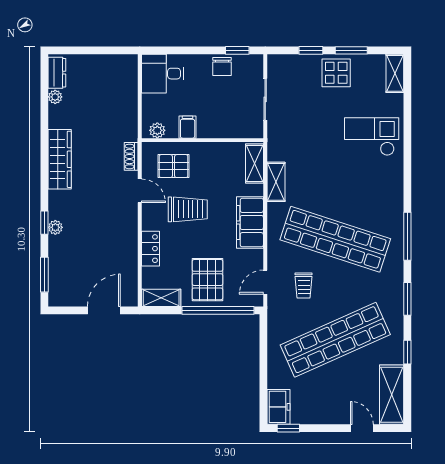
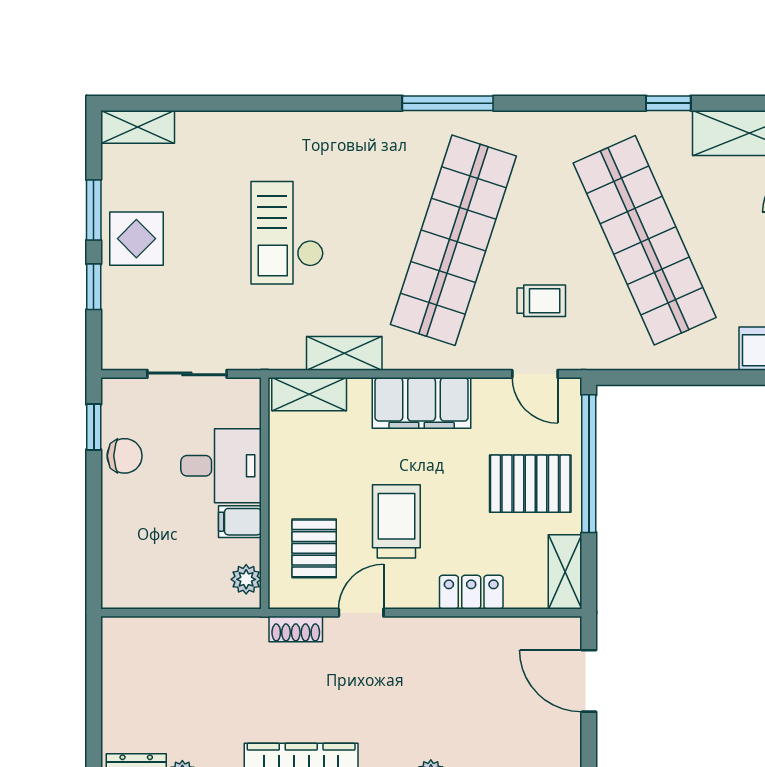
desk: (163, 74) -> (221, 466), moved, turned -90
checkout: (372, 137) -> (287, 233), moved
window: (407, 299) -> (567, 103), removed

